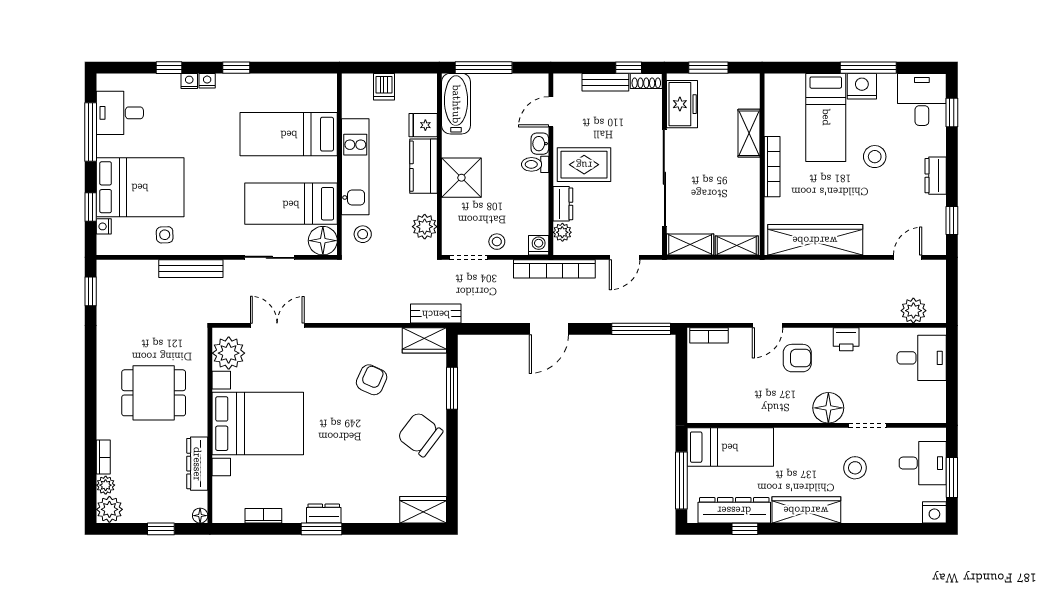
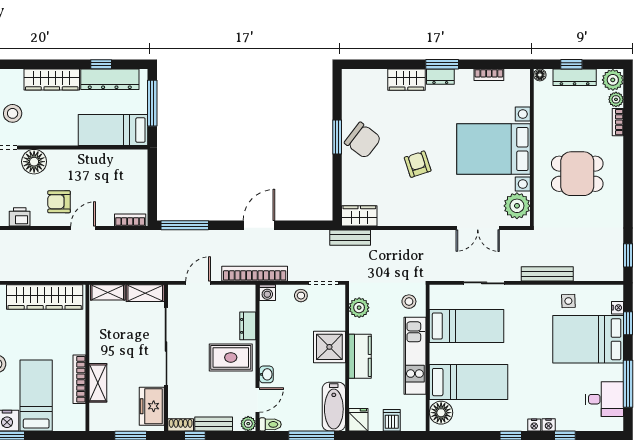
fridge: (423, 125) -> (358, 420), moved, turned -90
toilet: (535, 164) -> (270, 424), moved
bookcase: (772, 167) -> (79, 379), moved
plant: (562, 232) -> (248, 424), moved
floor lamp: (323, 241) -> (441, 413), moved
armchair: (372, 380) -> (418, 164), moved, turned 138
window: (452, 388) -> (337, 137), moved
dresser: (197, 464) -> (575, 77), moved, turned 90
wardrobe: (423, 510) -> (406, 80), moved

